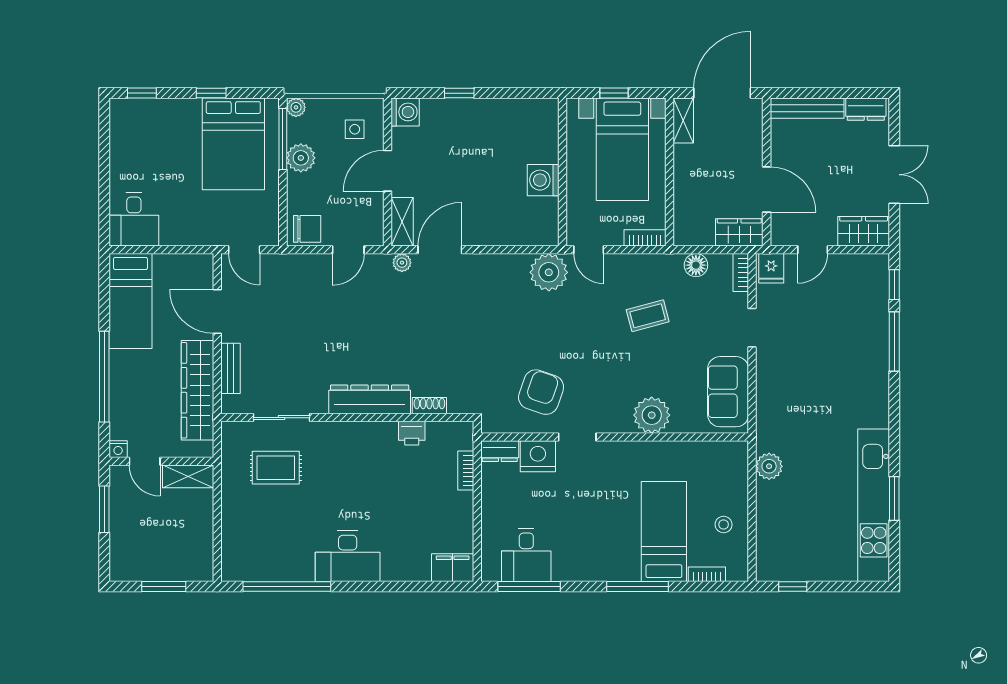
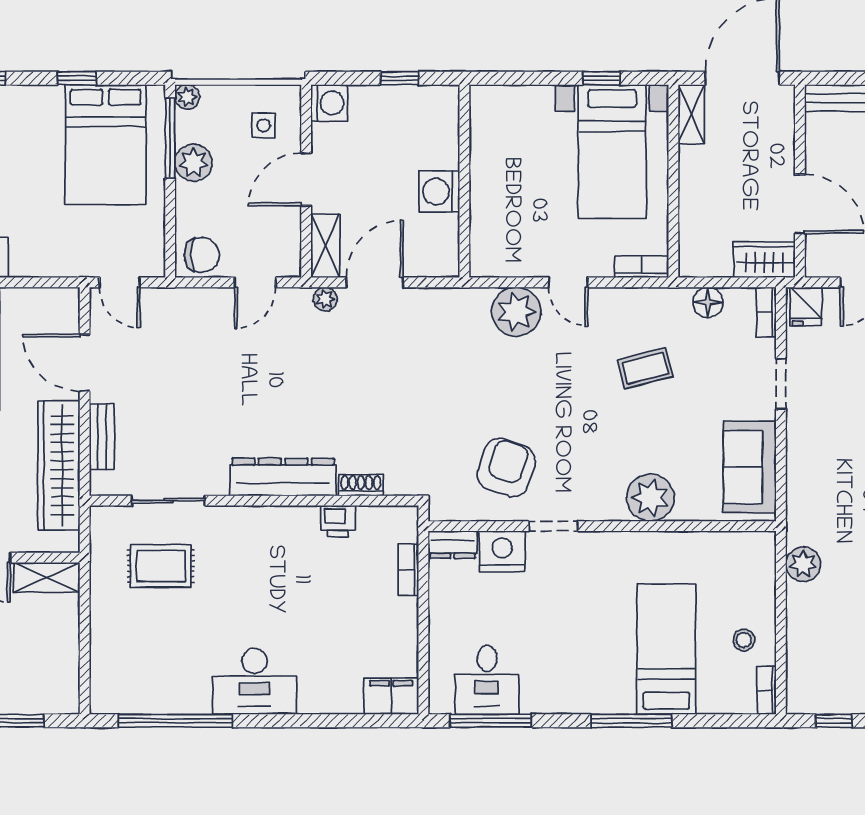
wall: (562, 172) -> (464, 181), moved
washing machine: (543, 180) -> (439, 192), moved
bookcase: (707, 574) -> (767, 690), moved, turned -90

